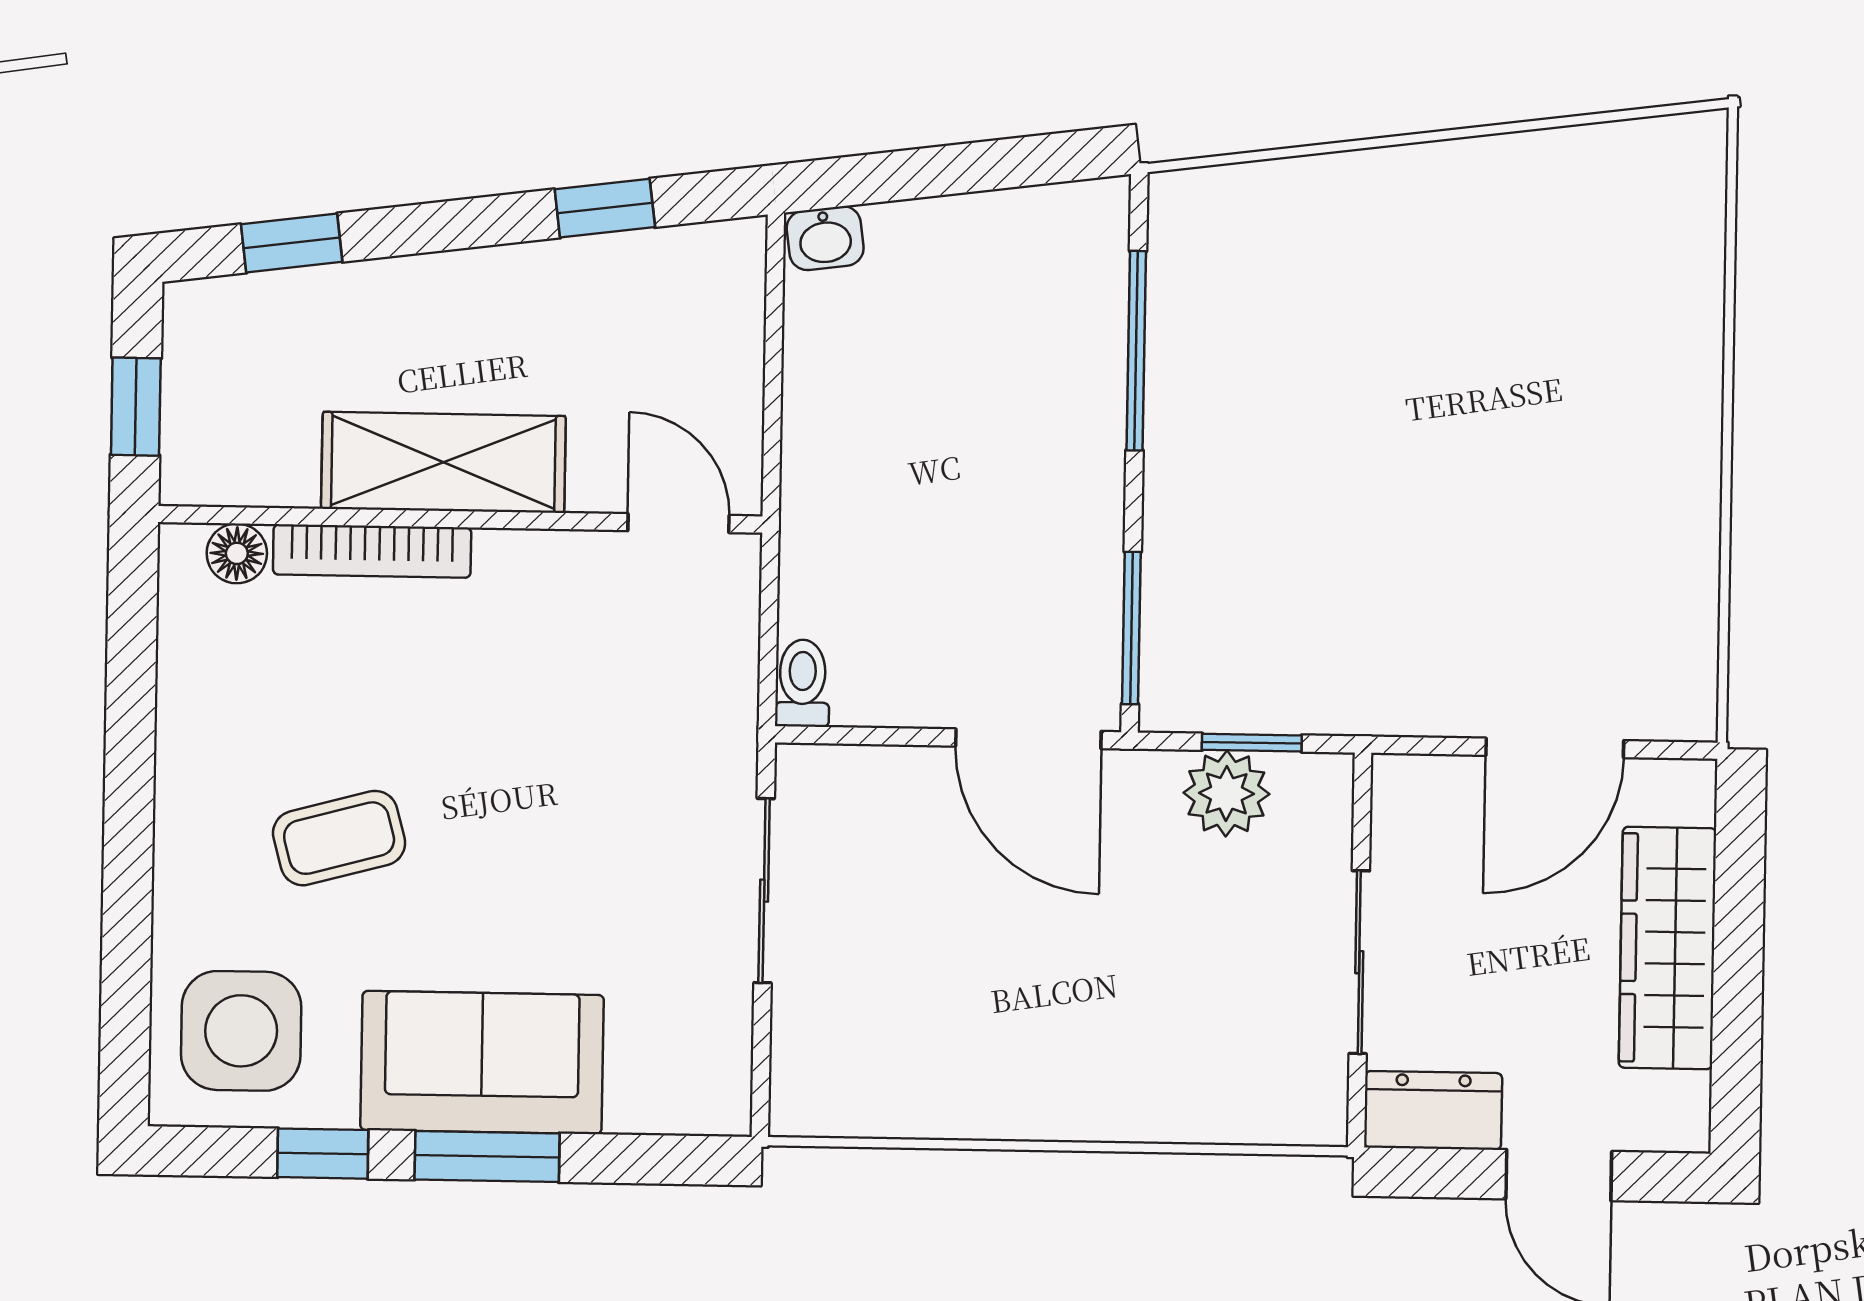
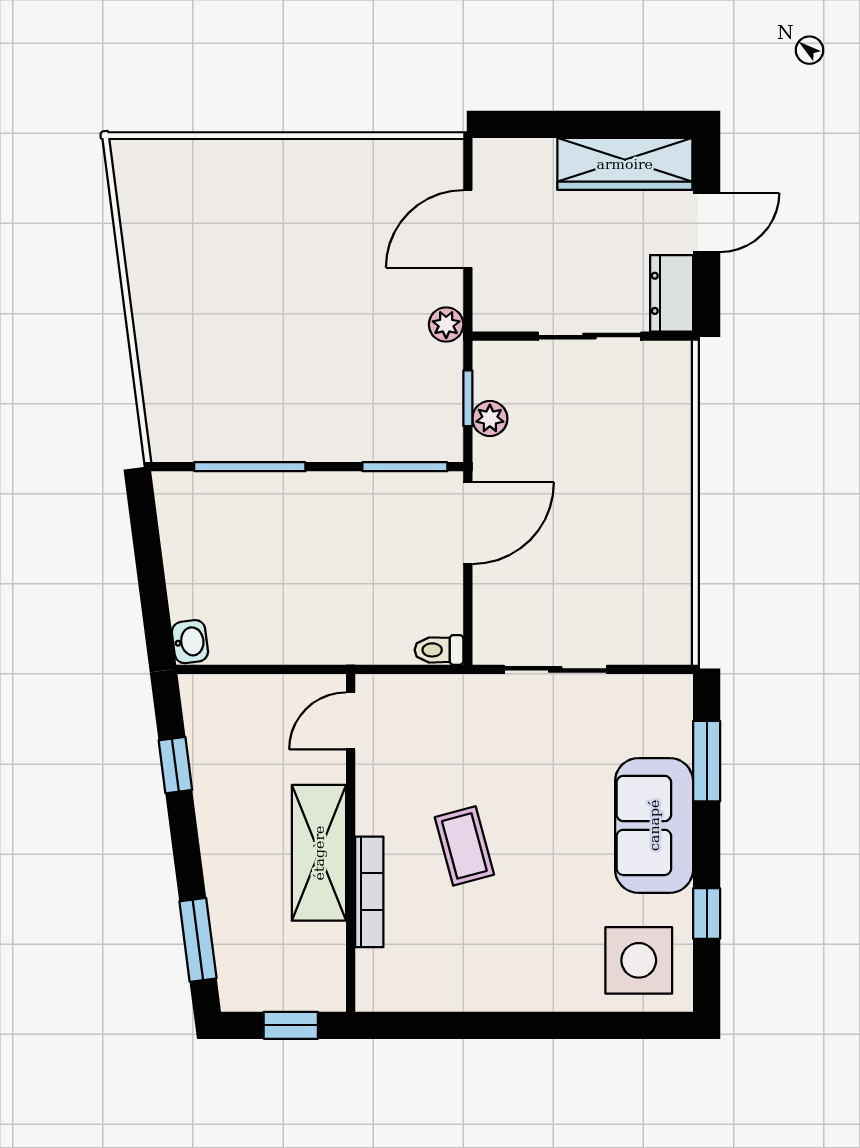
window: (292, 243) -> (198, 940), width x1.50
floor lamp: (237, 553) -> (372, 967), removed
plant: (1384, 706) -> (446, 325), added
door: (1555, 748) -> (468, 229), swing flipped
plant: (1226, 793) -> (490, 419), width x0.73, depth x0.73
coffee table: (339, 838) -> (464, 846), moved
wardrobe: (1668, 948) -> (625, 164), moved
window: (487, 1156) -> (707, 761), moved

